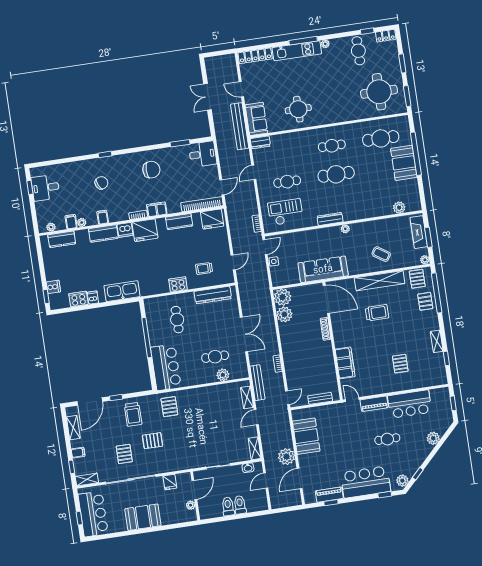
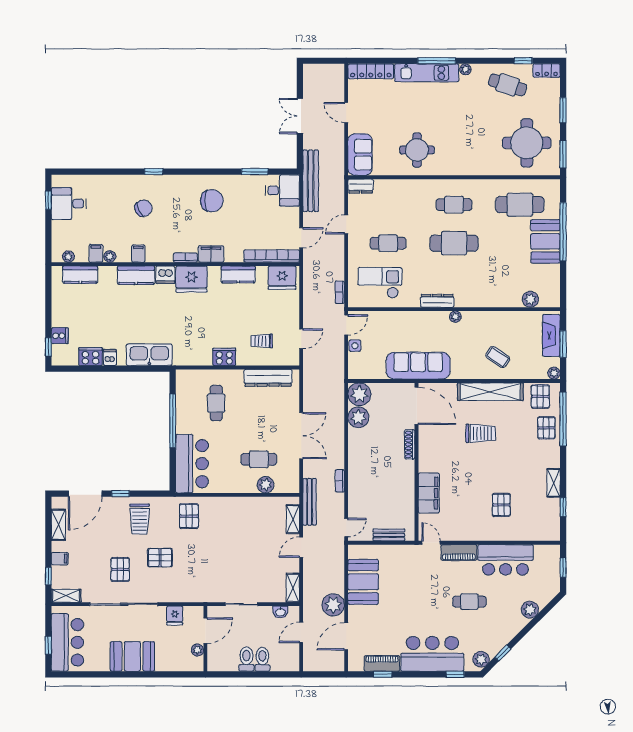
cafe table: (358, 51) -> (508, 85), turned -72
bench: (240, 126) -> (311, 181), moved

